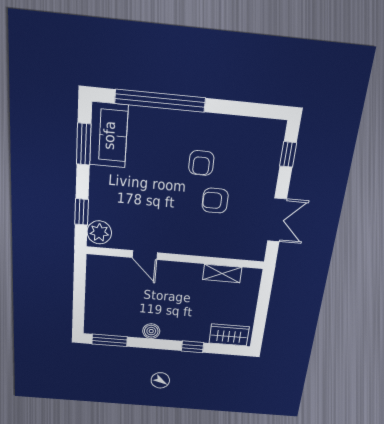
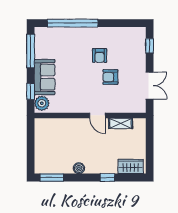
sofa: (109, 135) -> (45, 77), moved
window: (84, 144) -> (31, 51), width x1.44
door: (145, 255) -> (97, 115), moved

